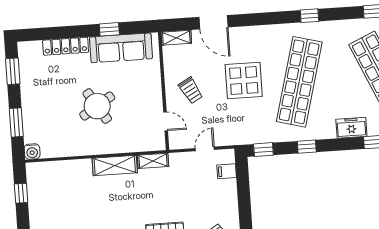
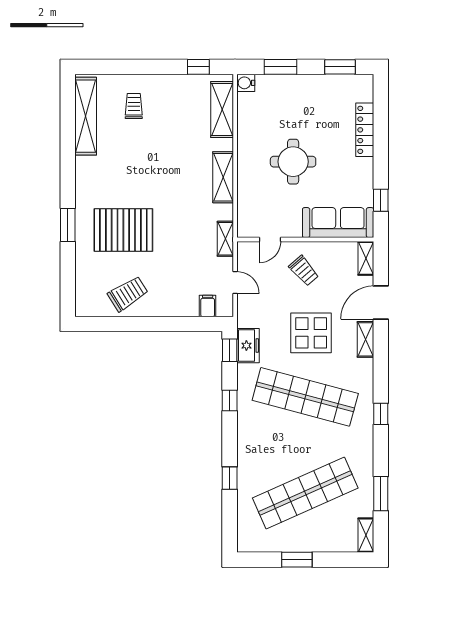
window: (109, 29) -> (381, 200), moved
shelving: (246, 33) -> (365, 339), added
sofa: (121, 48) -> (338, 223), moved, turned 90
trolley: (191, 90) -> (304, 271), turned -102
round table: (97, 106) -> (293, 162), turned 32
freezer: (351, 128) -> (248, 346), moved
shelving: (153, 161) -> (225, 239), moved
shelving: (56, 170) -> (222, 110), added

